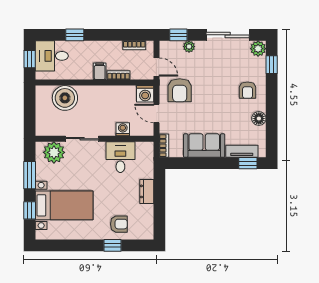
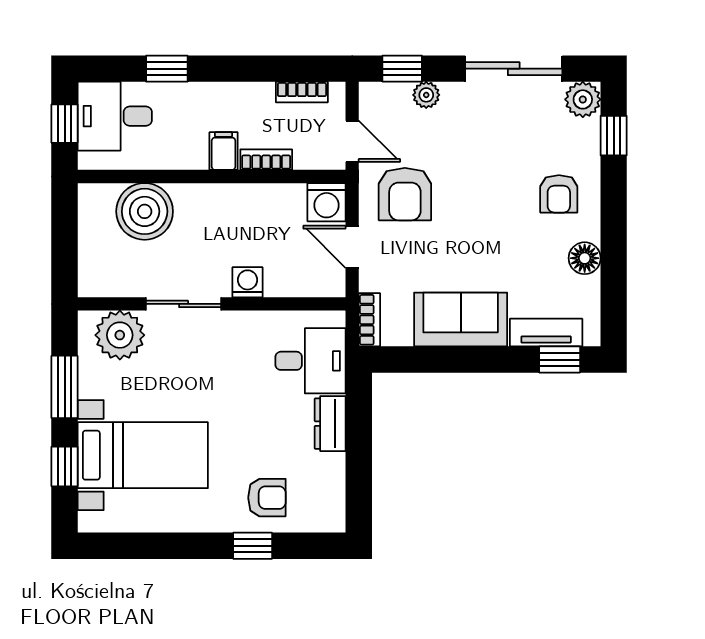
washing machine: (123, 129) -> (247, 282), moved
desk: (120, 157) -> (310, 361), moved, turned 90

